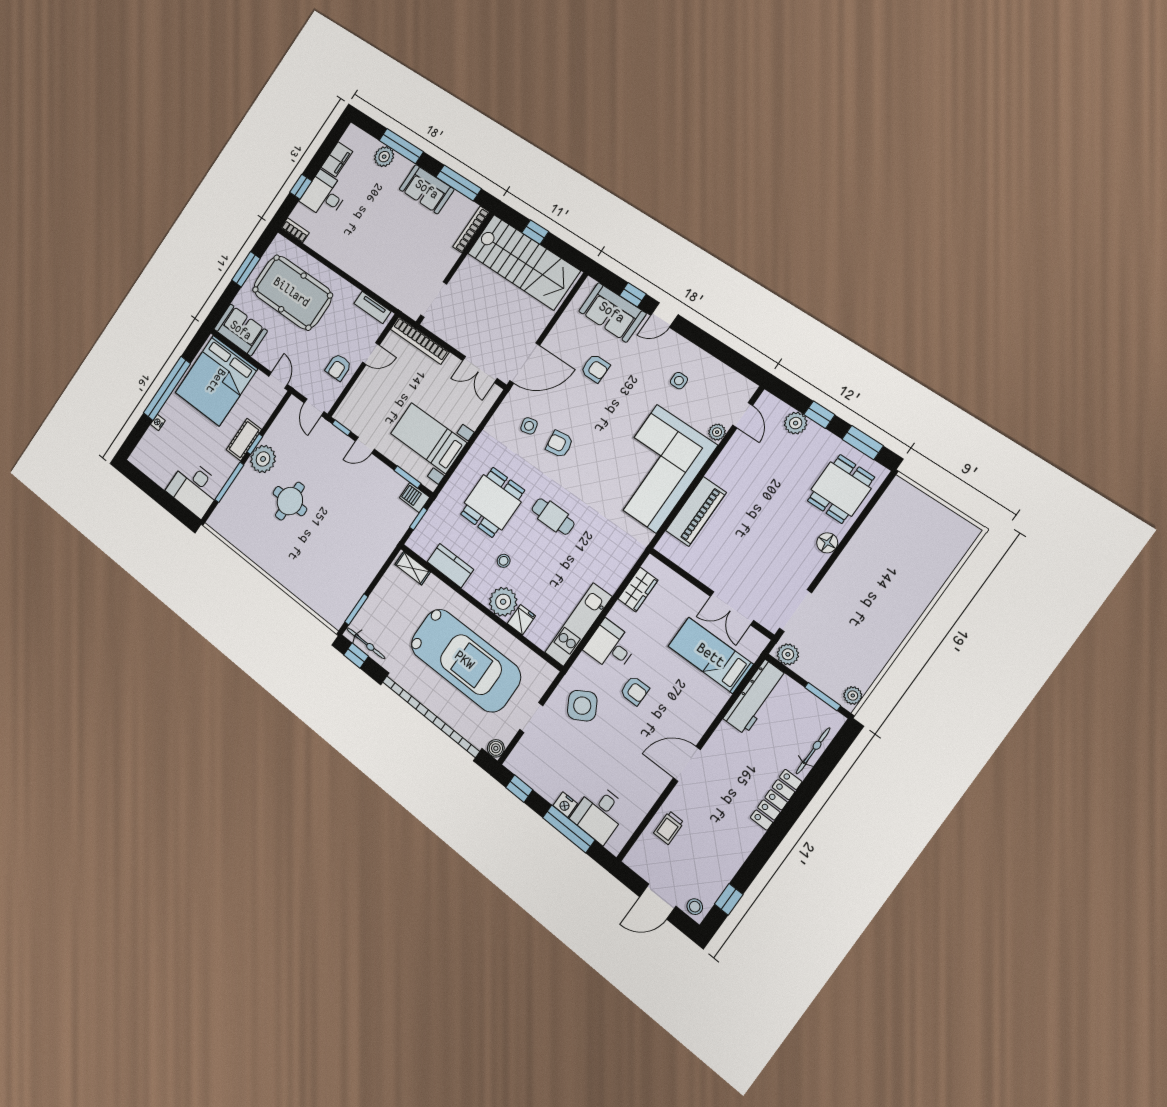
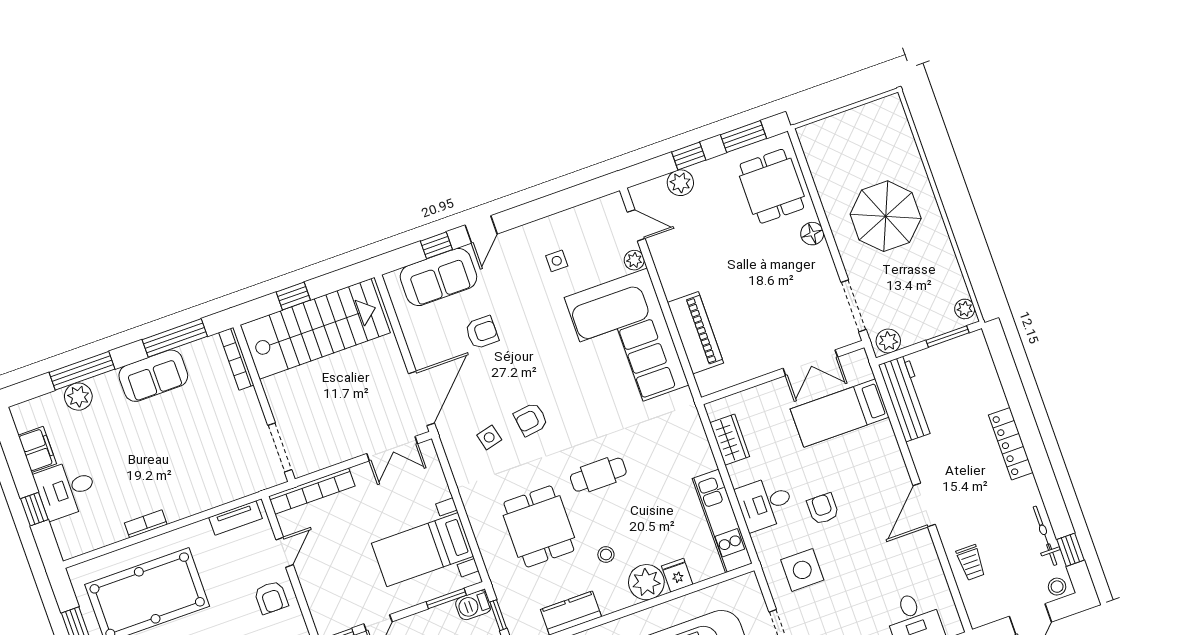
bookcase: (295, 230) -> (146, 524), moved
parasol: (880, 587) -> (886, 216), added
armchair: (634, 691) -> (823, 509), turned -90
side table: (582, 706) -> (802, 570), turned 30
bicycle: (813, 751) -> (1045, 536), moved

